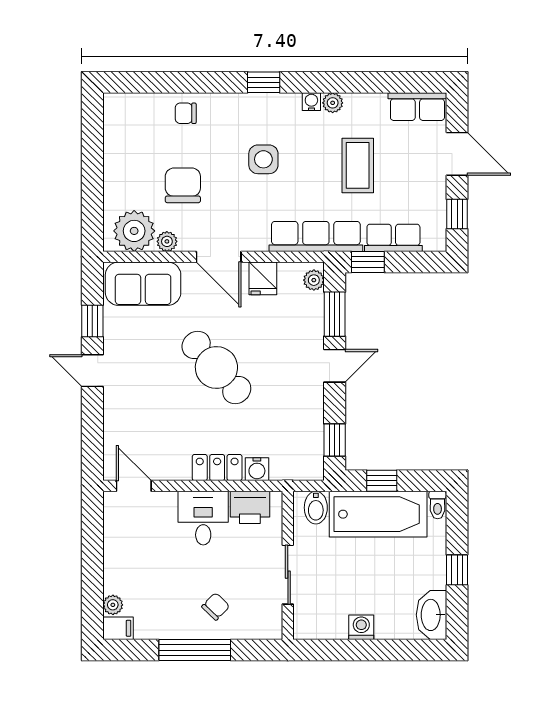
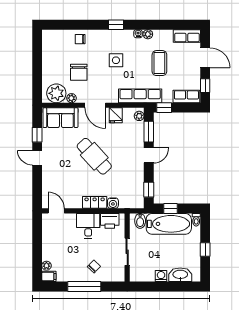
chair: (183, 185) -> (79, 72), turned 180
row of seats: (393, 238) -> (186, 96), moved
washbasin: (432, 615) -> (180, 275), moved, turned 90

